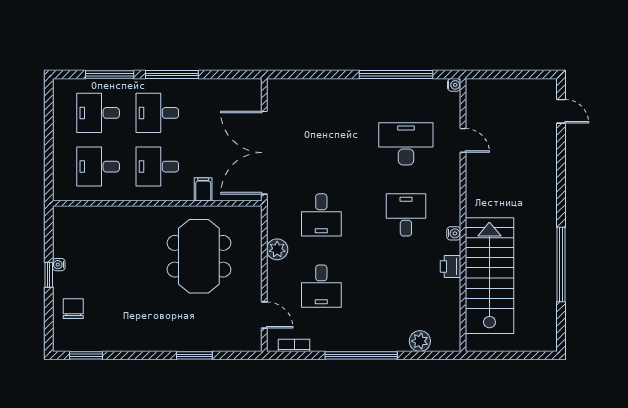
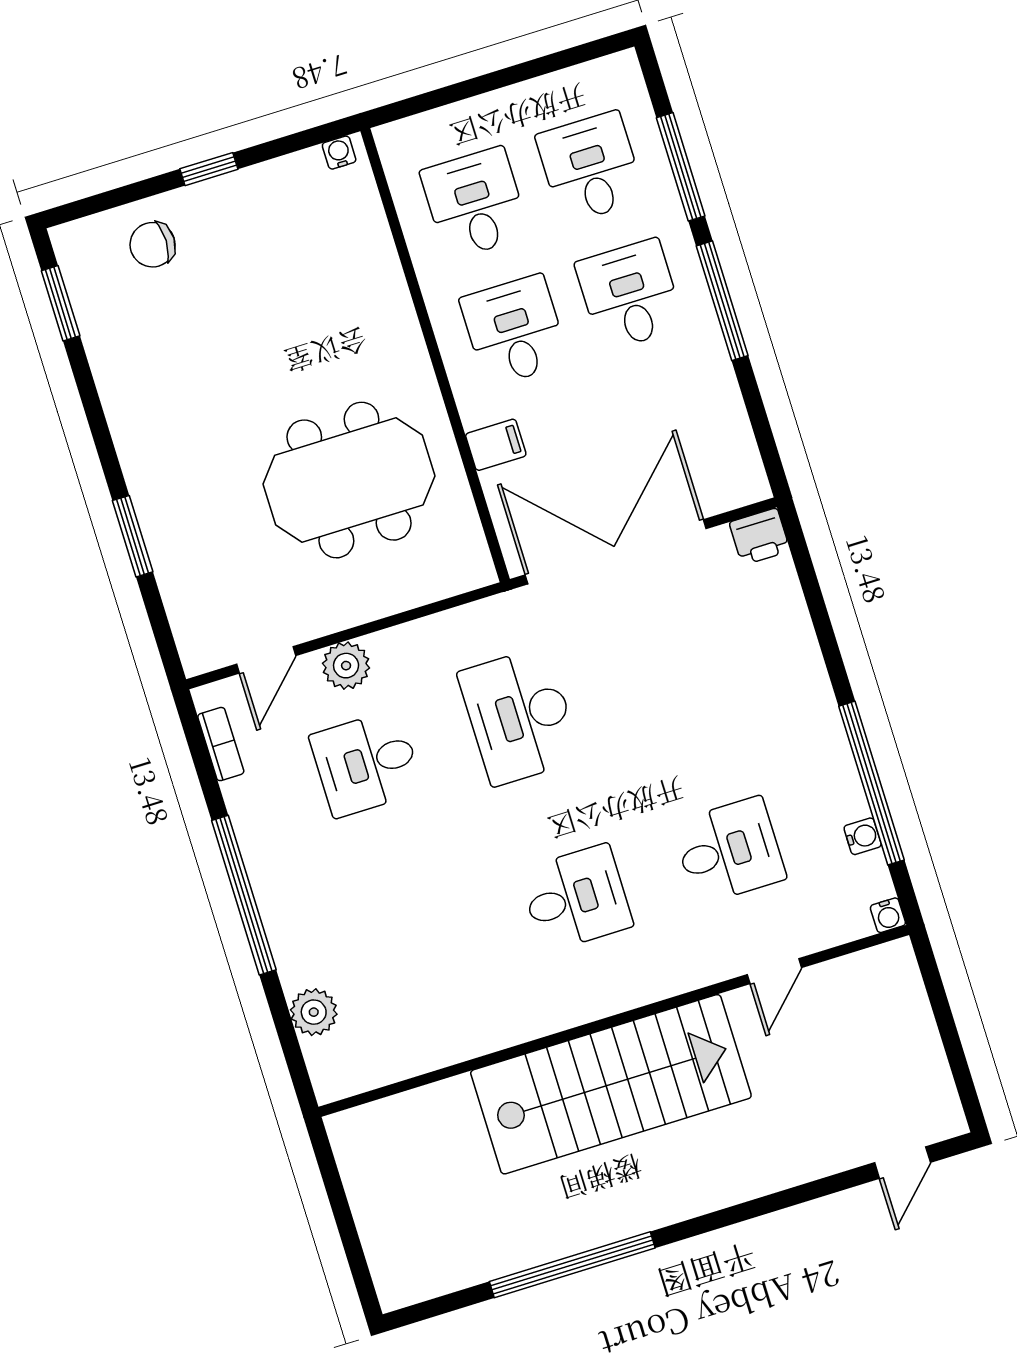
desk: (406, 144) -> (729, 851), width x0.73
desk: (321, 215) -> (519, 716), width x1.37
water cooler: (454, 233) -> (863, 836), moved, turned -90
plant: (277, 249) -> (346, 666), moved
water cooler: (59, 265) -> (339, 153), moved
printer: (450, 267) -> (760, 537), moved, turned 180
stairs: (489, 276) -> (611, 1084), moved
chair: (73, 309) -> (153, 245), turned 180

